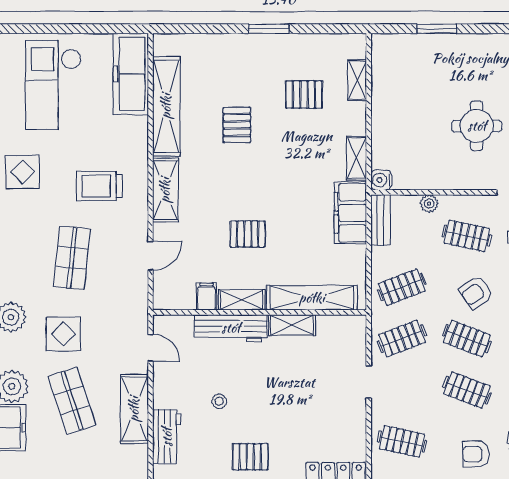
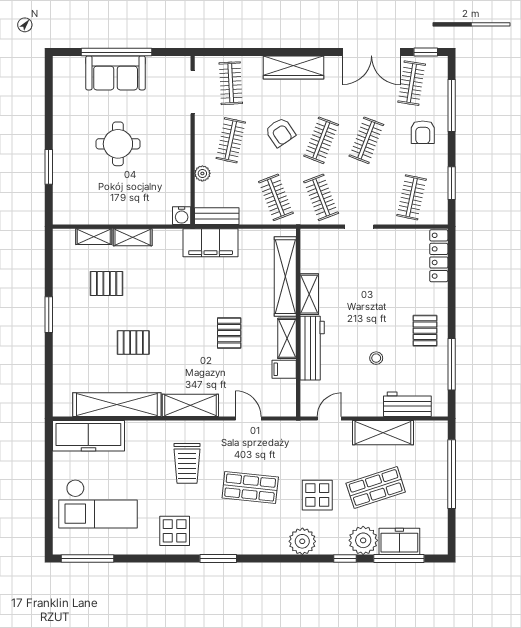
pallet: (304, 95) -> (107, 284), turned 90
round table: (477, 126) -> (118, 144), moved
shelving: (357, 158) -> (133, 237), moved

